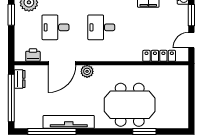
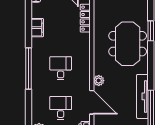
desk: (56, 27) -> (61, 108), turned 180
desk: (101, 27) -> (61, 68), turned 180

